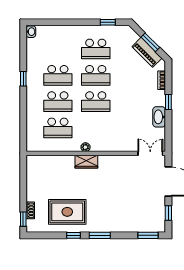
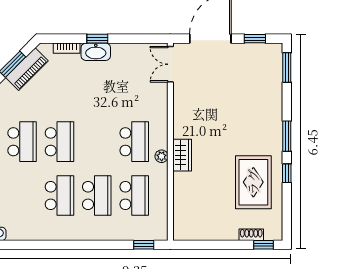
window: (23, 79) -> (144, 245), moved
school desk: (96, 102) -> (134, 142), moved
washbasin: (159, 117) -> (96, 52), moved

